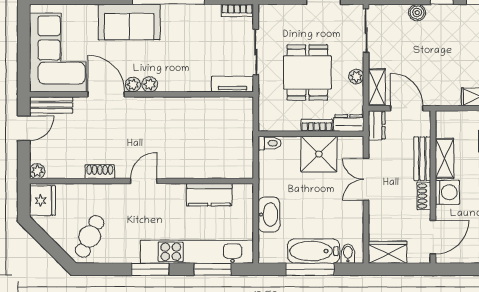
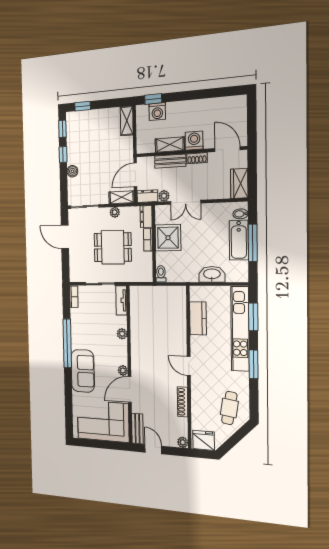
plant: (150, 84) -> (122, 334), moved
plant: (376, 149) -> (164, 196), added
shoe rack: (100, 172) -> (183, 402), width x1.43
cafe table: (90, 236) -> (229, 408), turned 73

